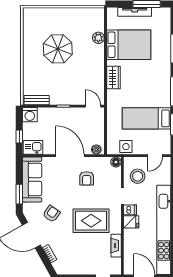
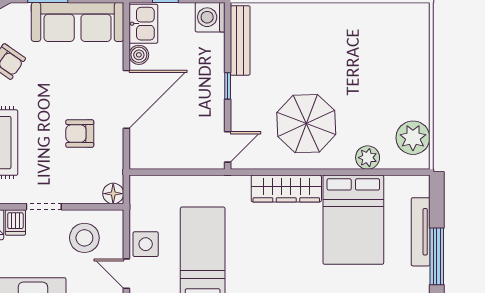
plant: (89, 16) -> (413, 138), added
parasol: (58, 49) -> (306, 124), moved
wardrobe: (113, 78) -> (286, 189), width x1.50
bench: (37, 100) -> (240, 40), width x1.36
side table: (126, 147) -> (146, 244), moved
boiler: (96, 150) -> (139, 55), moved

